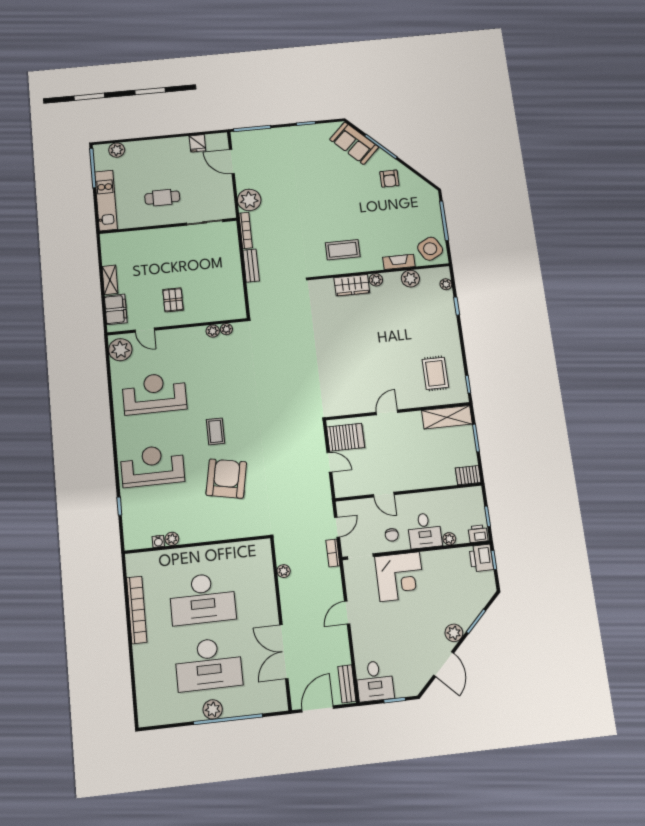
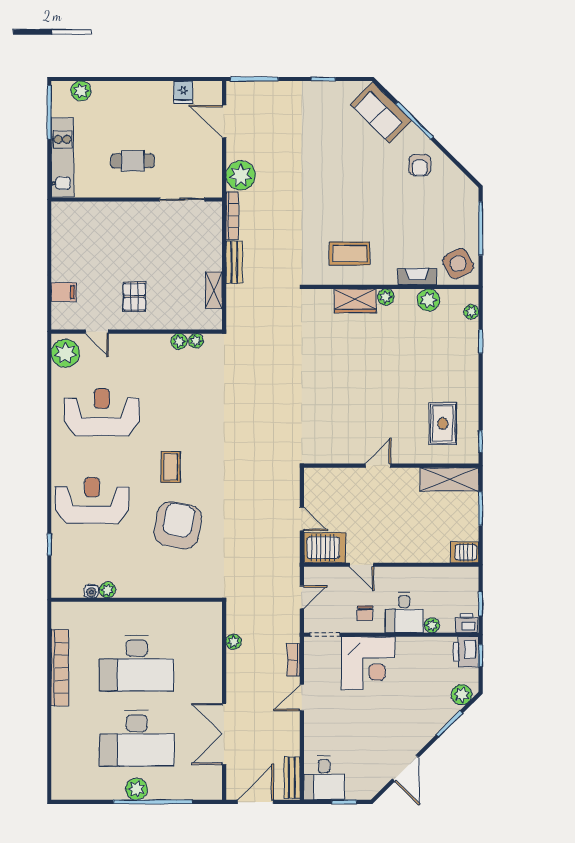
shelving: (110, 280) -> (214, 290), moved
filing cabinet: (116, 309) -> (64, 292), width x0.50
server rack: (346, 437) -> (325, 548), moved
bookcase: (333, 553) -> (293, 660), moved
plant: (454, 633) -> (462, 695), moved

